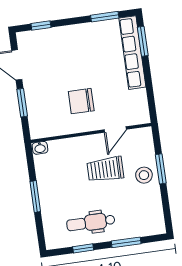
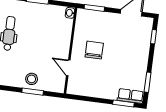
row of seats: (132, 53) -> (131, 96), width x0.50
window: (22, 103) -> (94, 8), moved
trolley: (105, 169) -> (43, 54), removed

